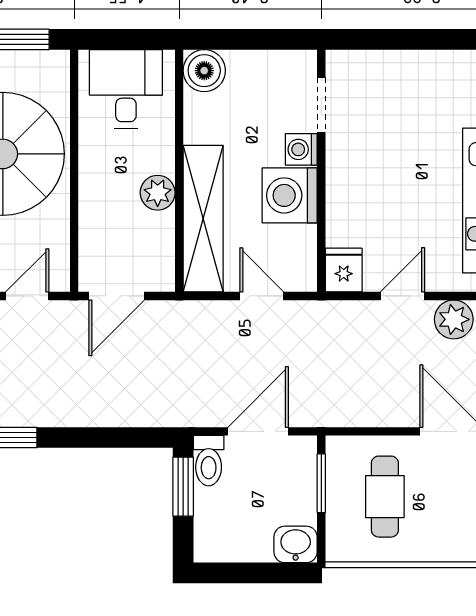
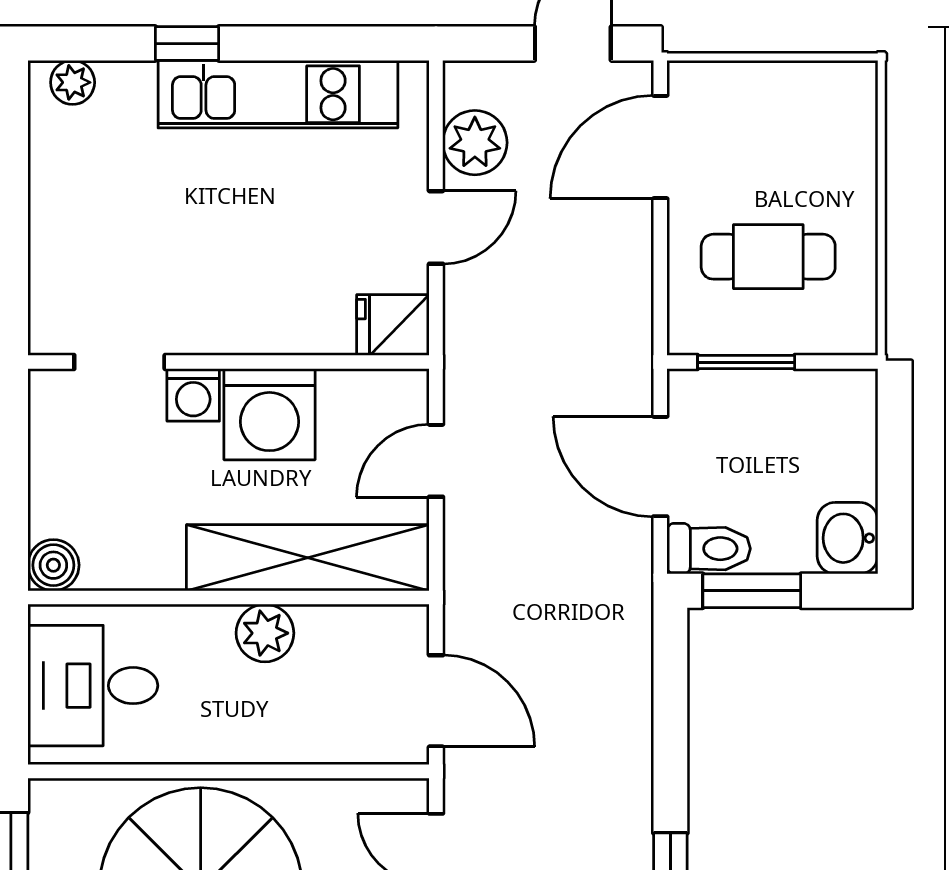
boiler: (204, 71) -> (53, 565), width x0.73, depth x0.73
door: (402, 296) -> (436, 227), swing flipped
washbasin: (296, 544) -> (847, 538), moved

